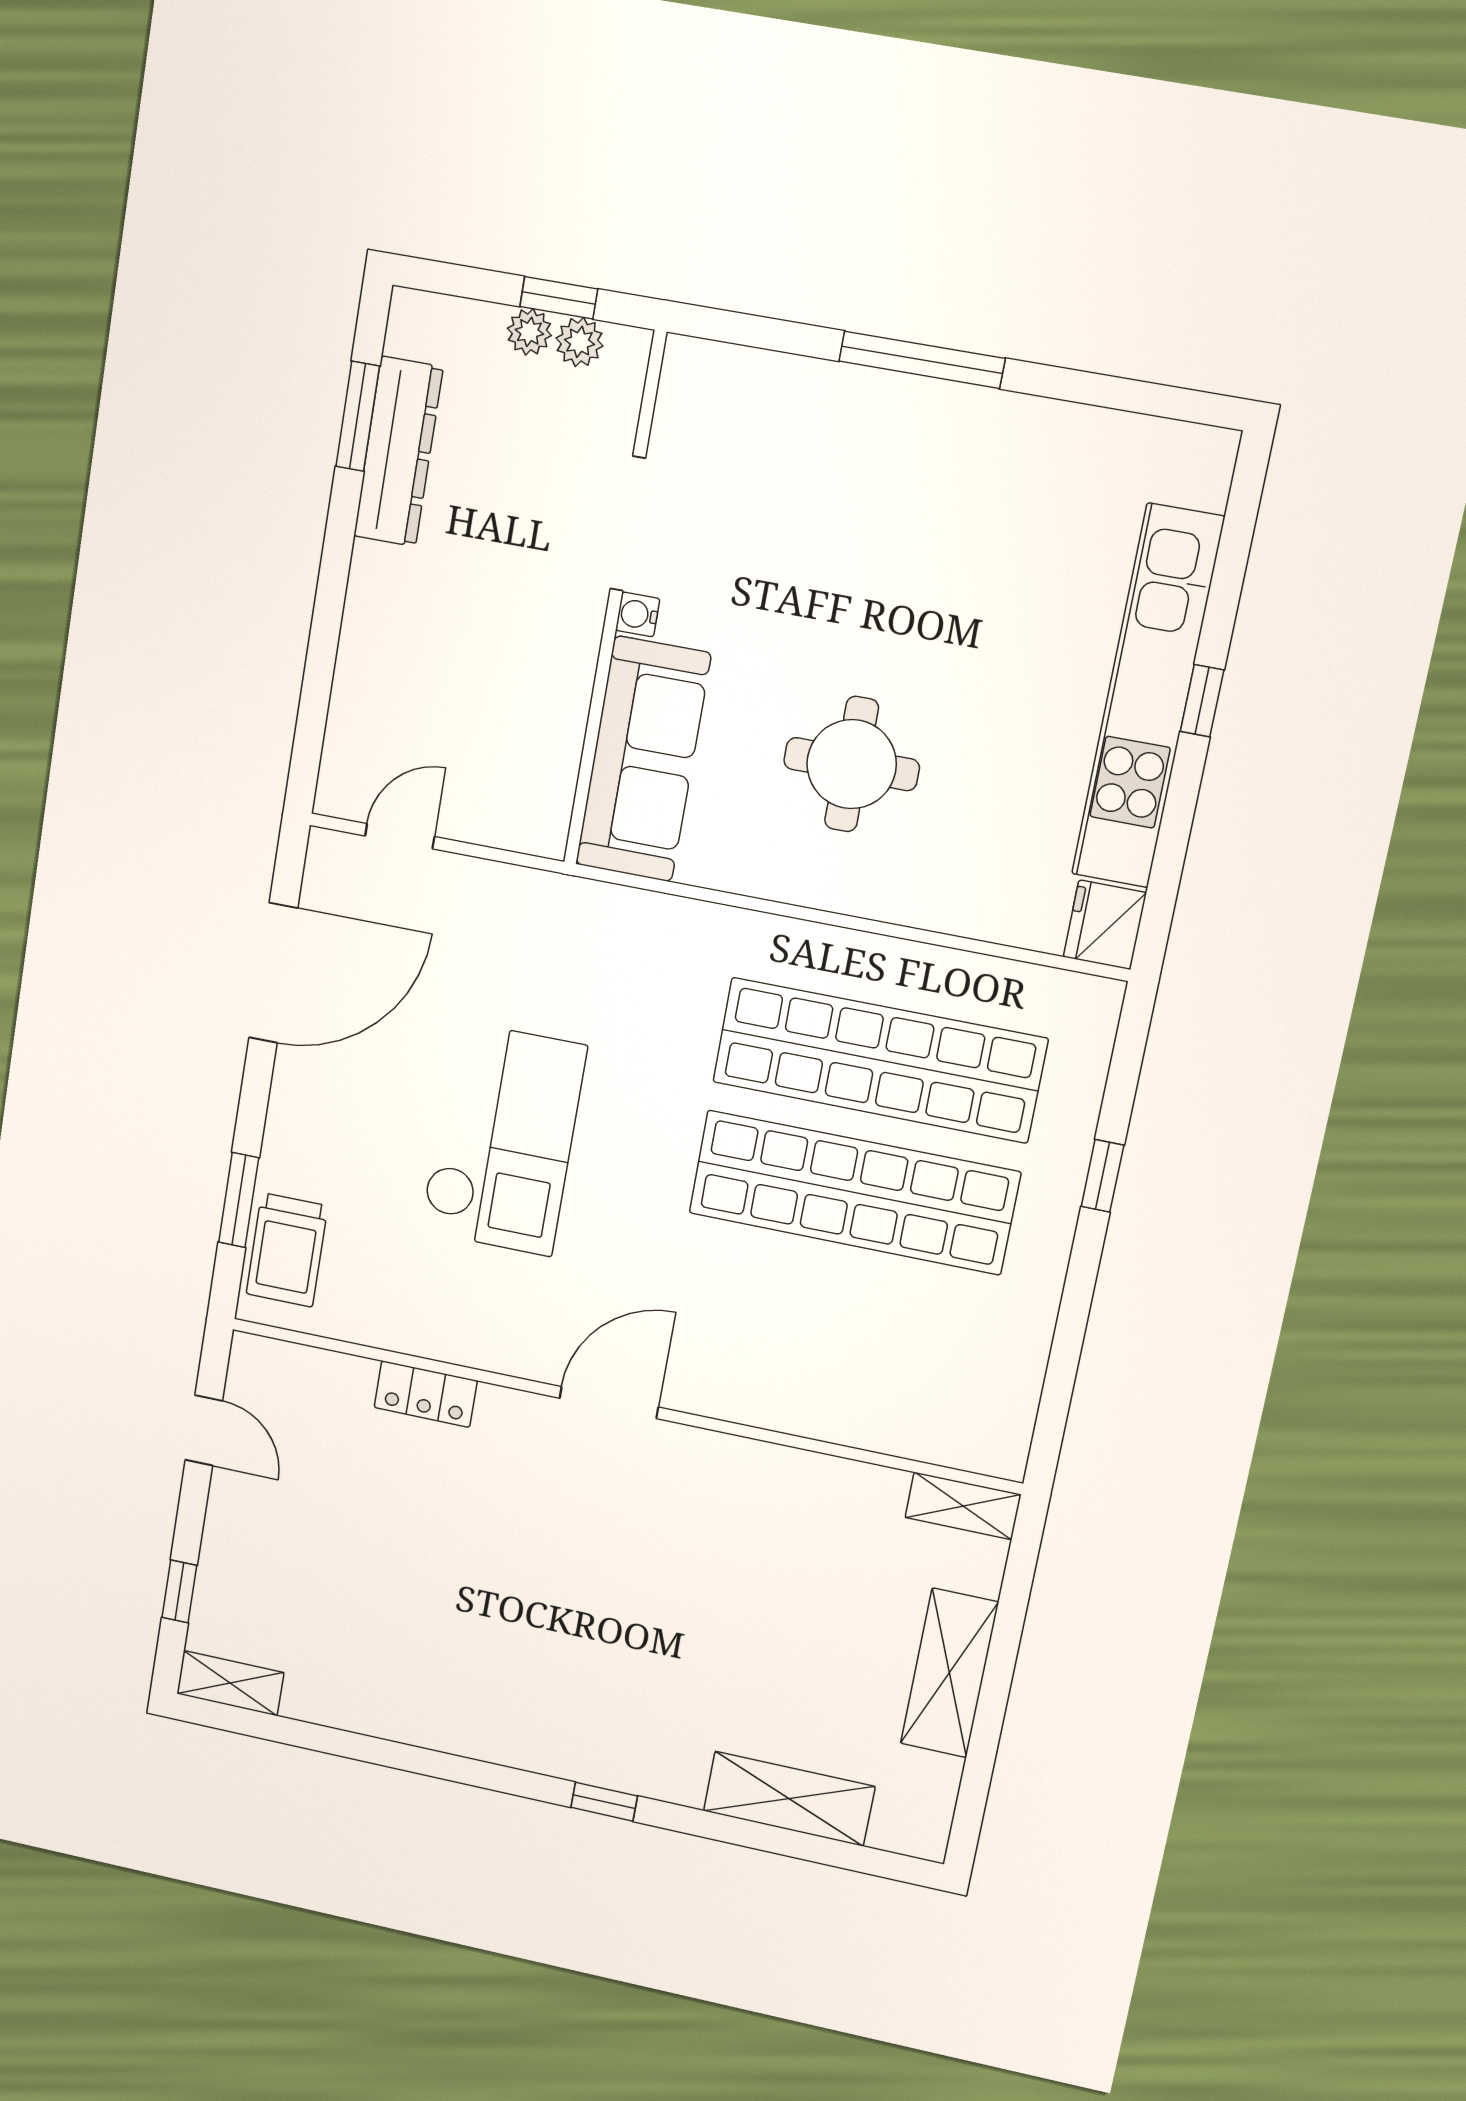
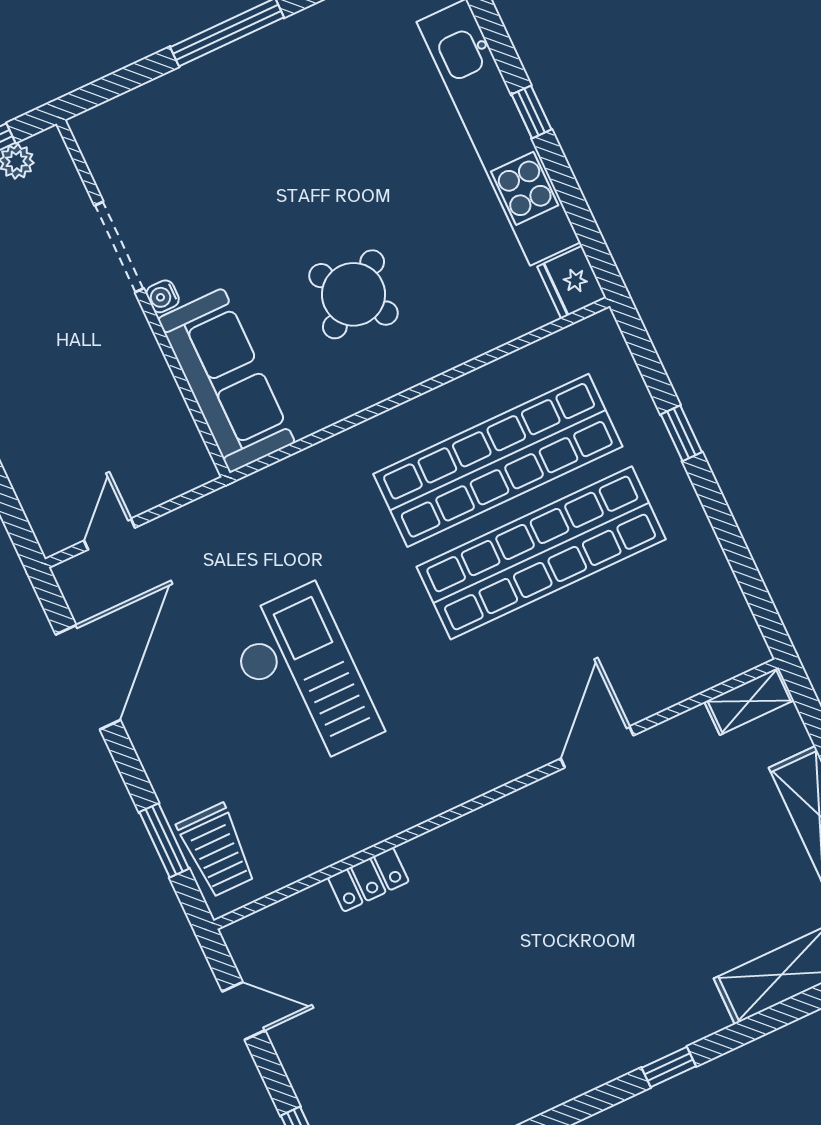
round table: (852, 764) -> (353, 294), turned -35
door: (609, 1403) -> (597, 747), moved

